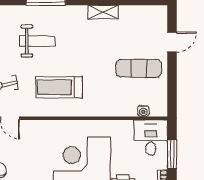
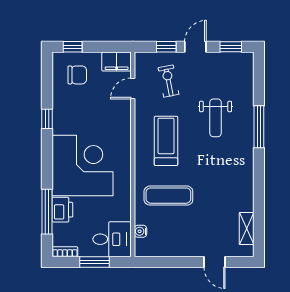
shelving: (103, 12) -> (247, 229), moved
exercise mat: (139, 68) -> (168, 196), moved, turned 90

